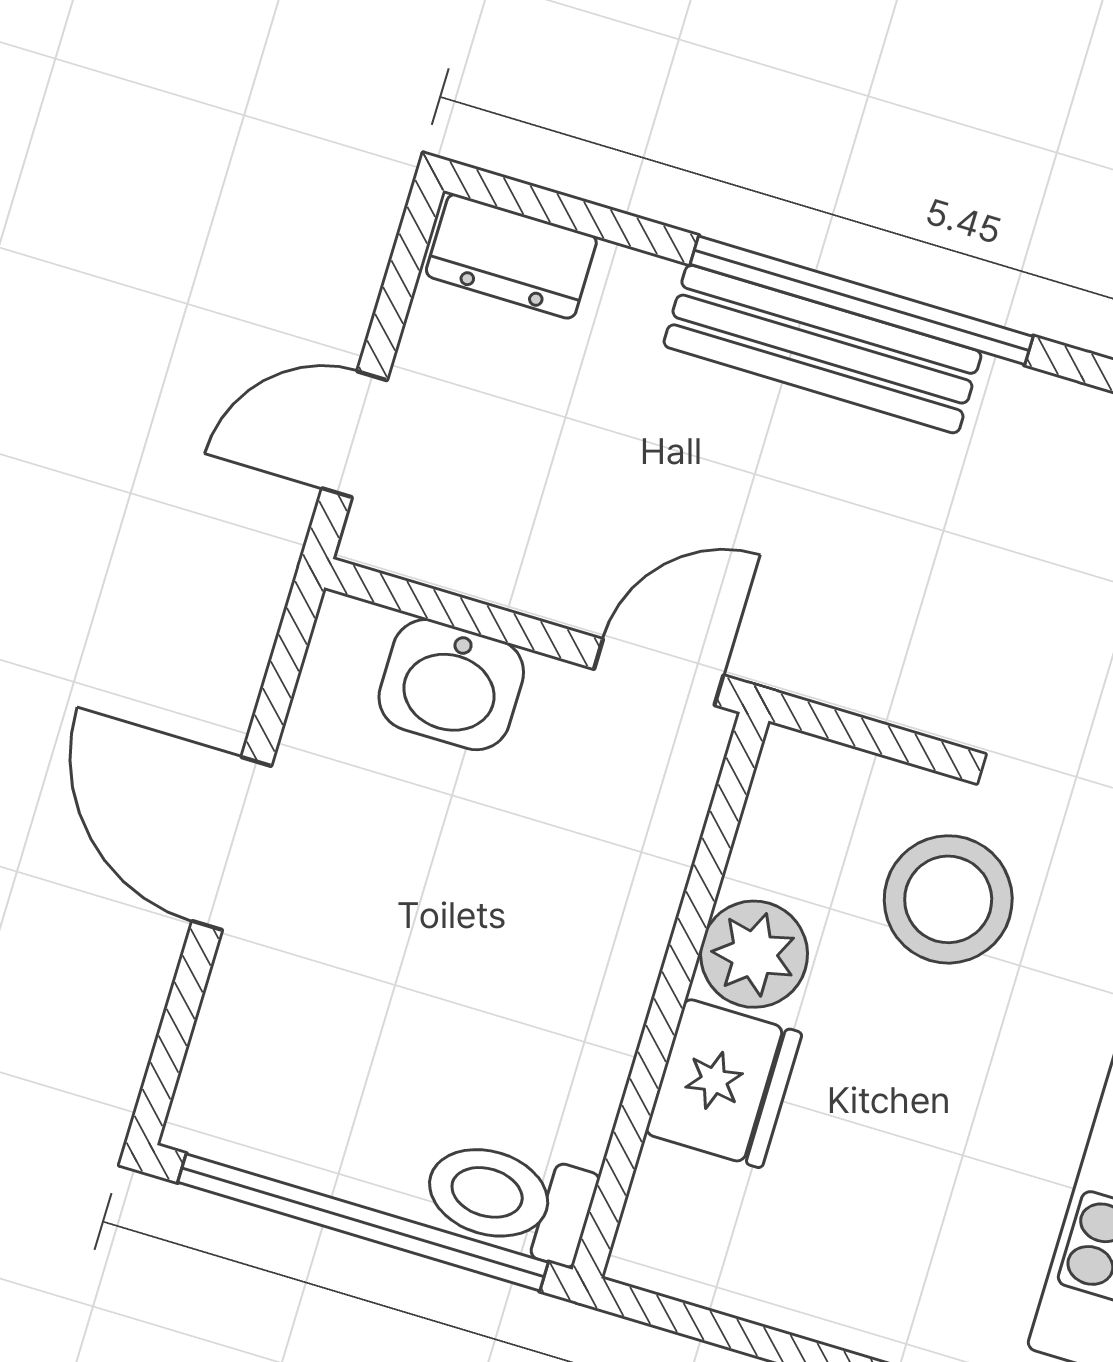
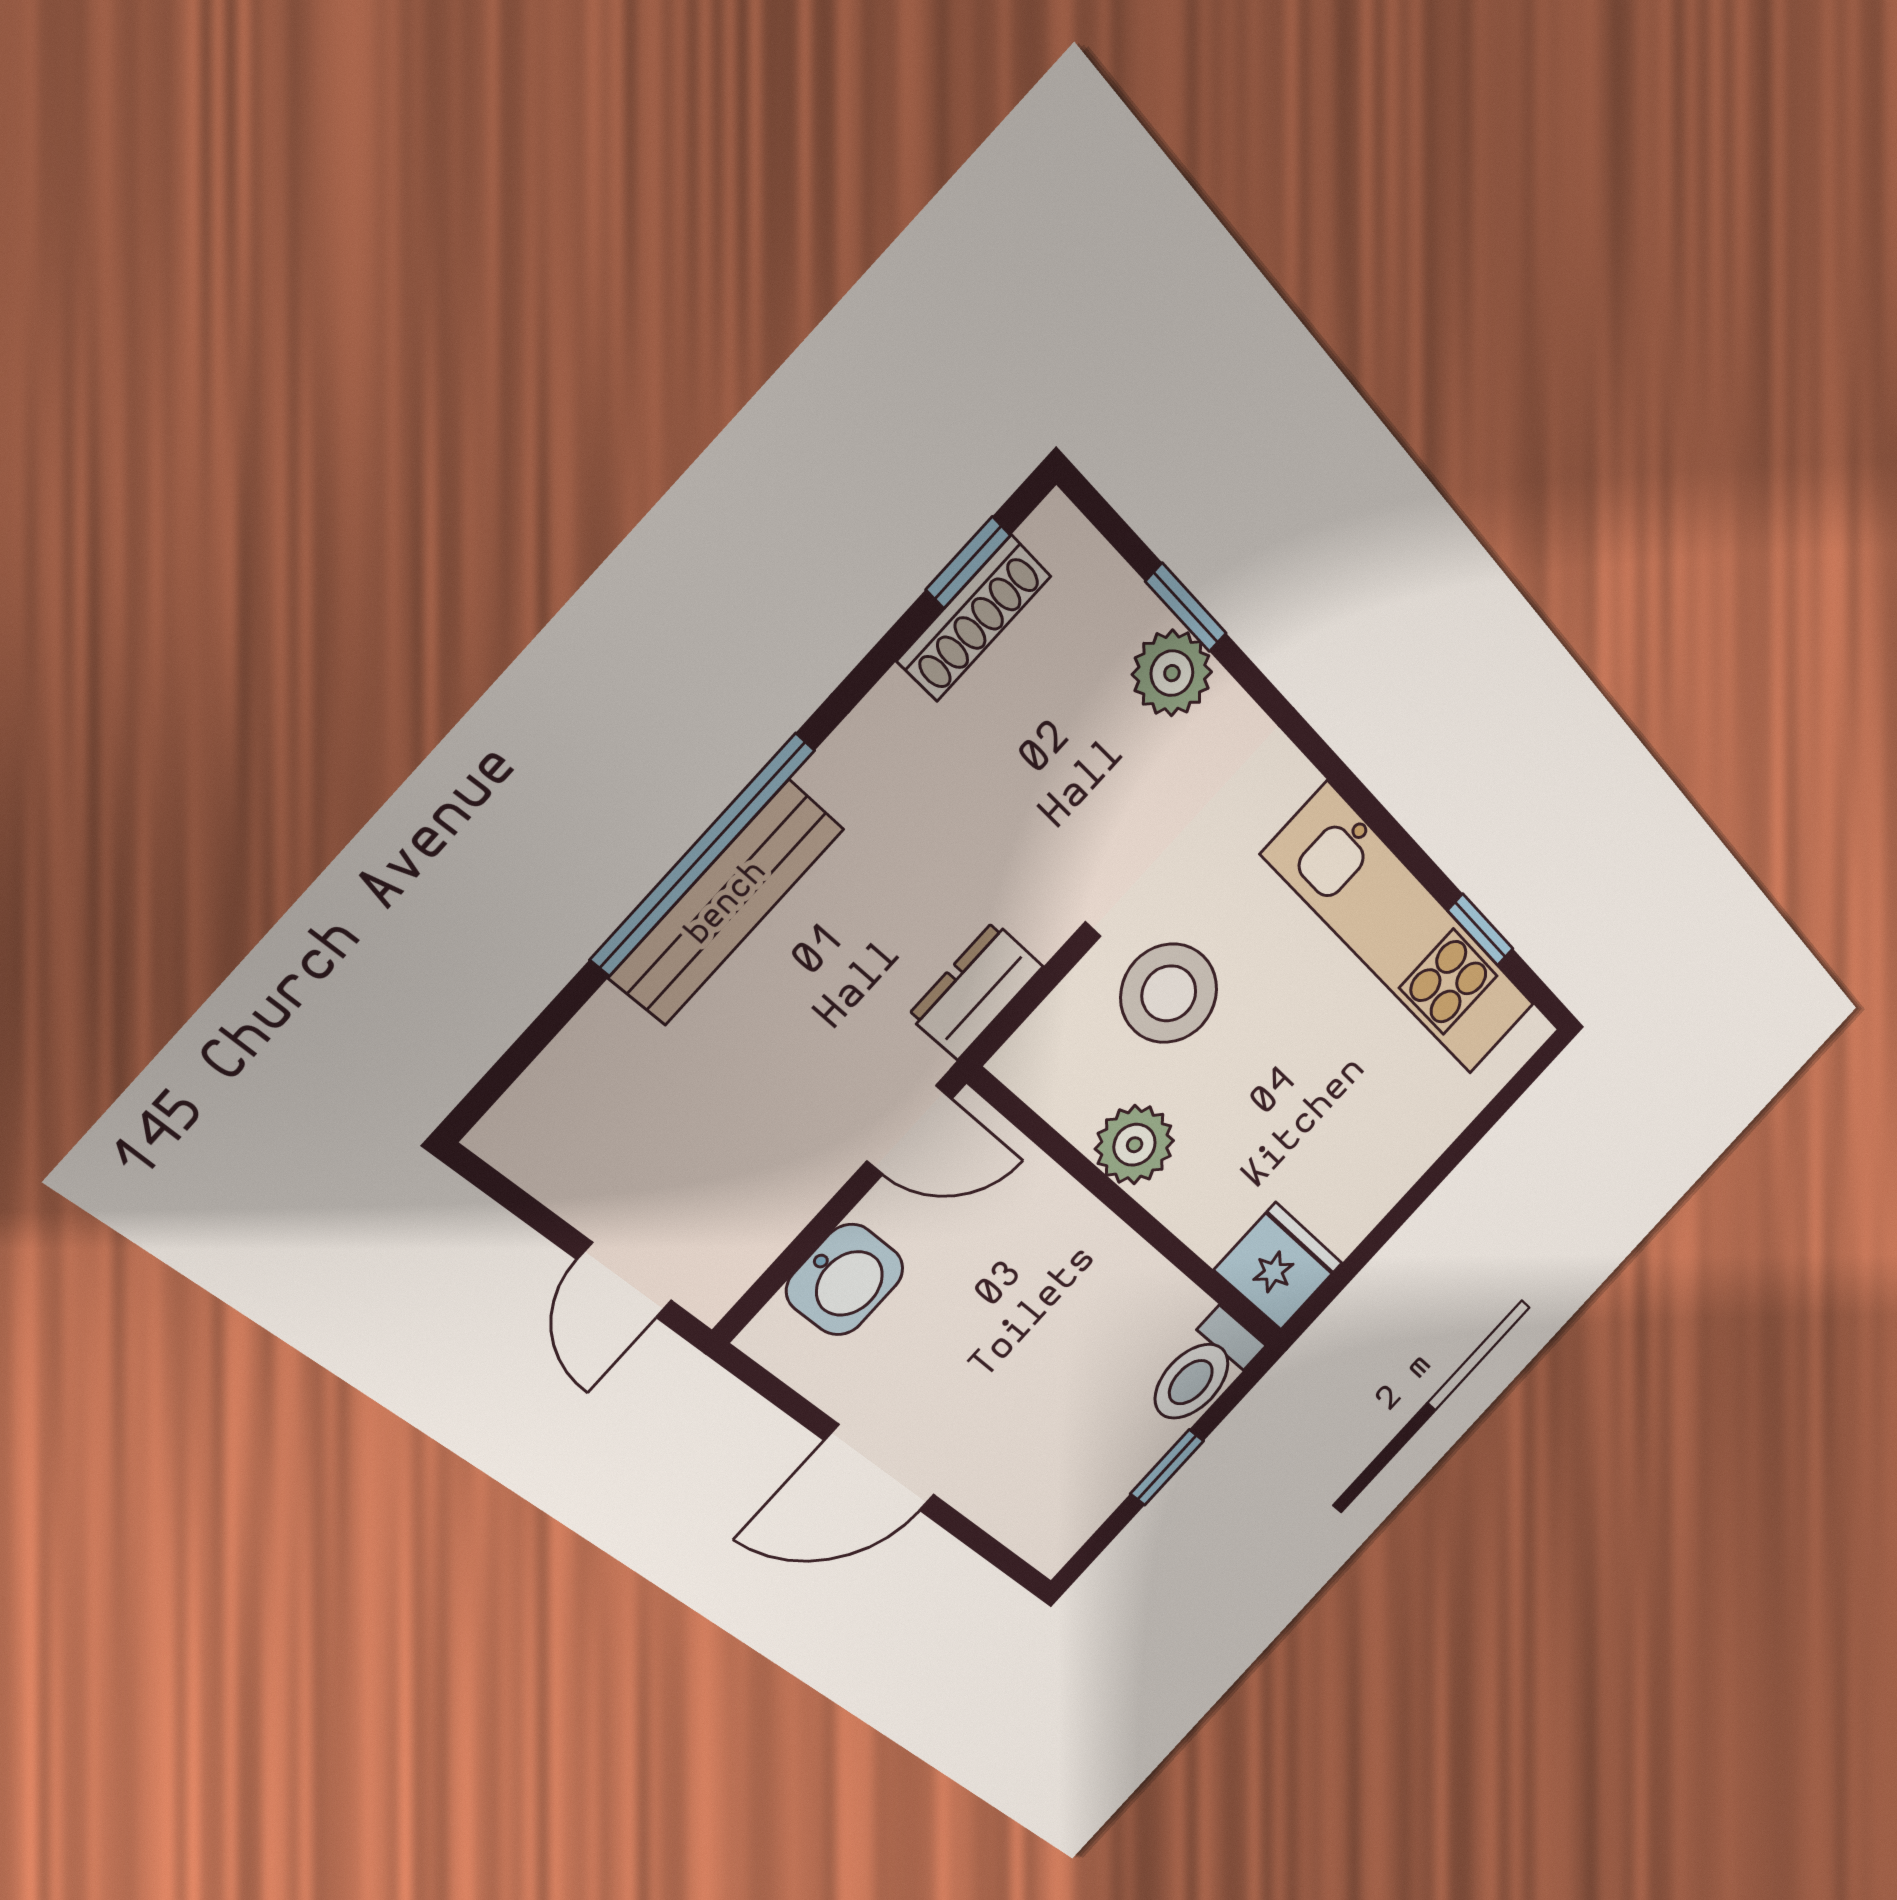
dresser: (511, 256) -> (976, 991), moved, turned 180
door: (659, 672) -> (909, 1130), swing flipped
fridge: (724, 1083) -> (1278, 1266), moved
window: (363, 1222) -> (1167, 1467), width x0.32

